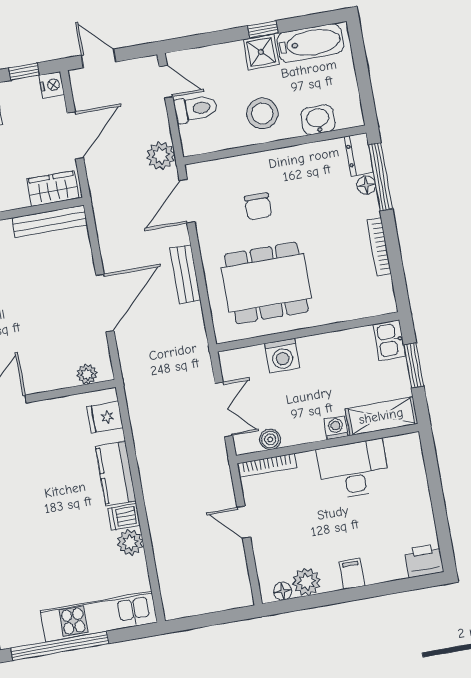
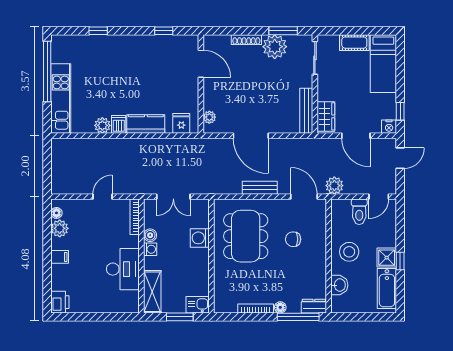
floor lamp: (366, 185) -> (280, 307), moved
washing machine: (336, 428) -> (150, 249), moved
boiler: (270, 439) -> (150, 235), moved

